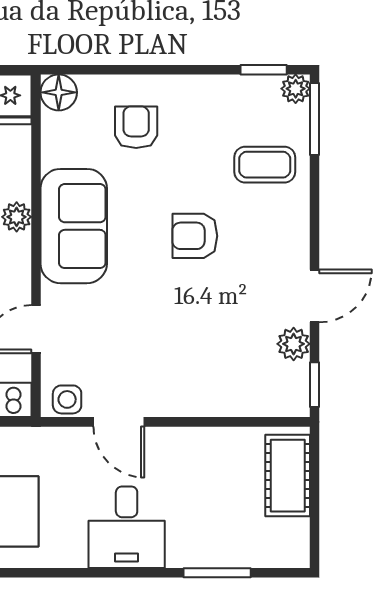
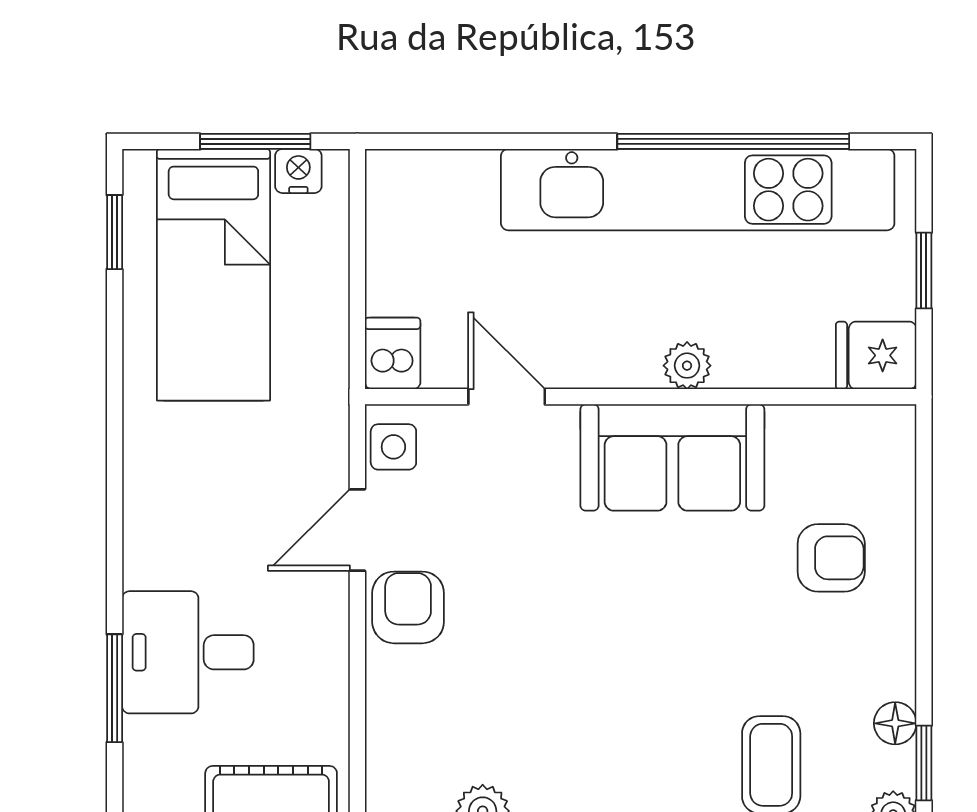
floor lamp: (59, 92) -> (895, 723), moved, width x0.73, depth x0.73
armchair: (195, 236) -> (408, 607), moved
desk: (127, 527) -> (188, 652), moved

